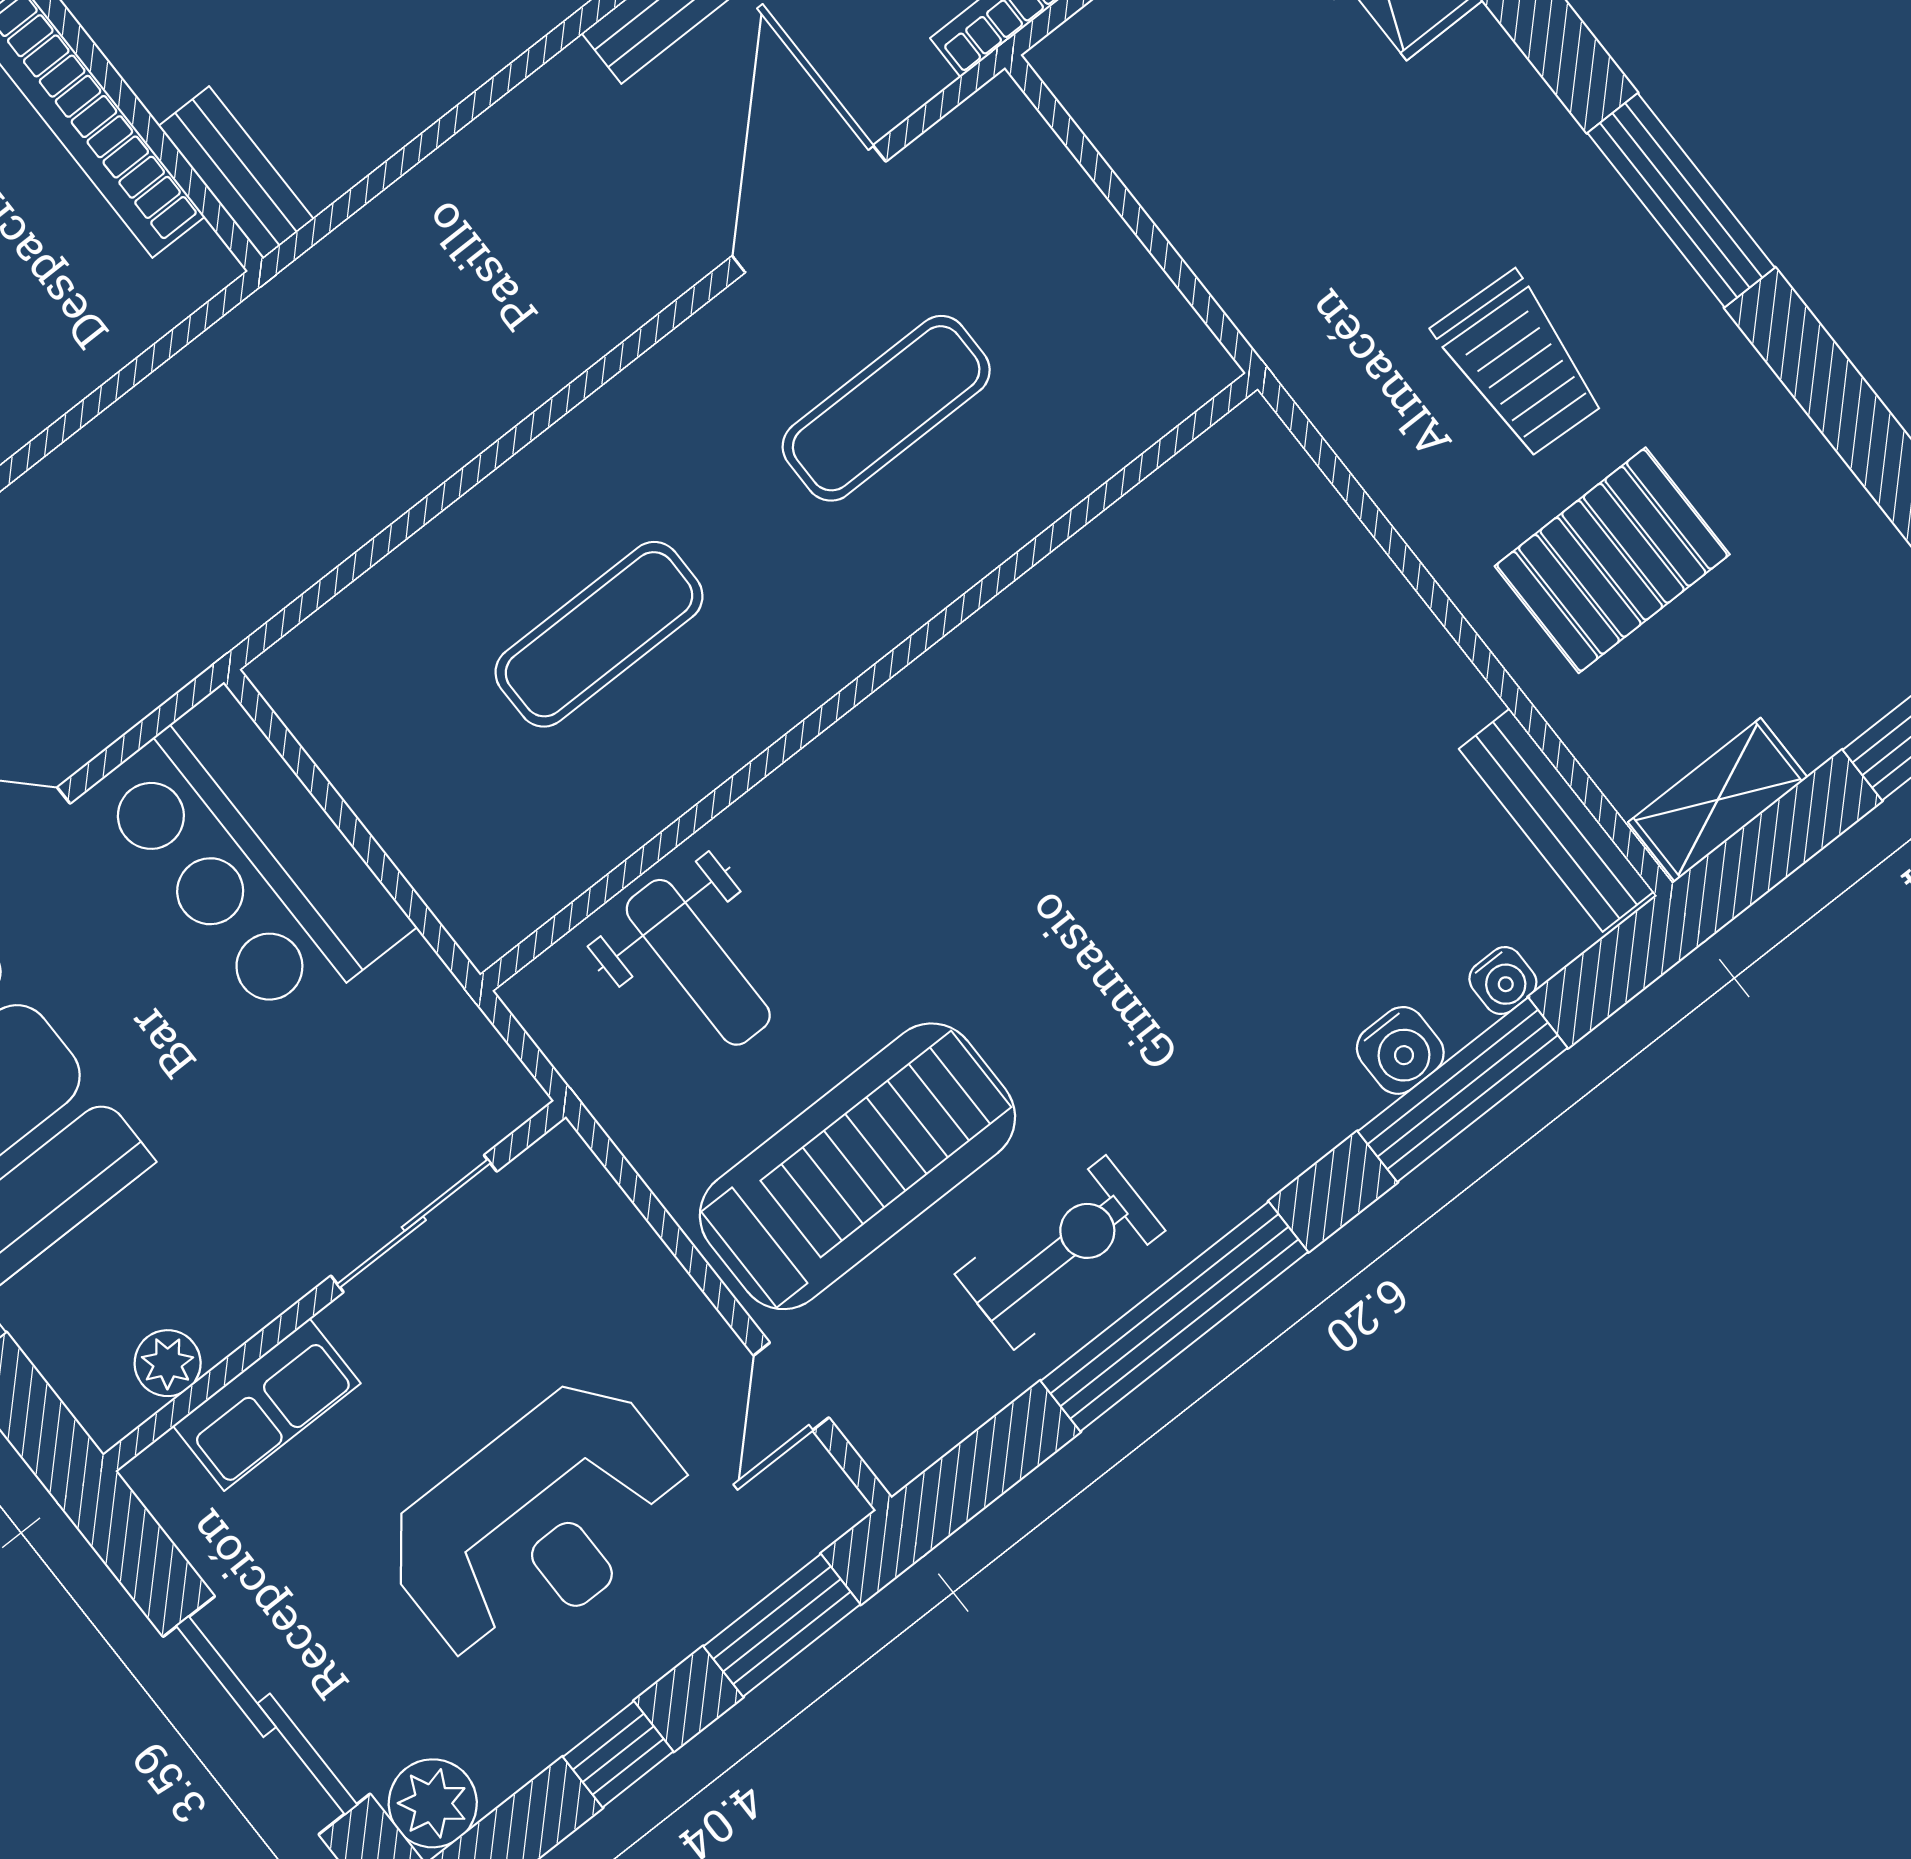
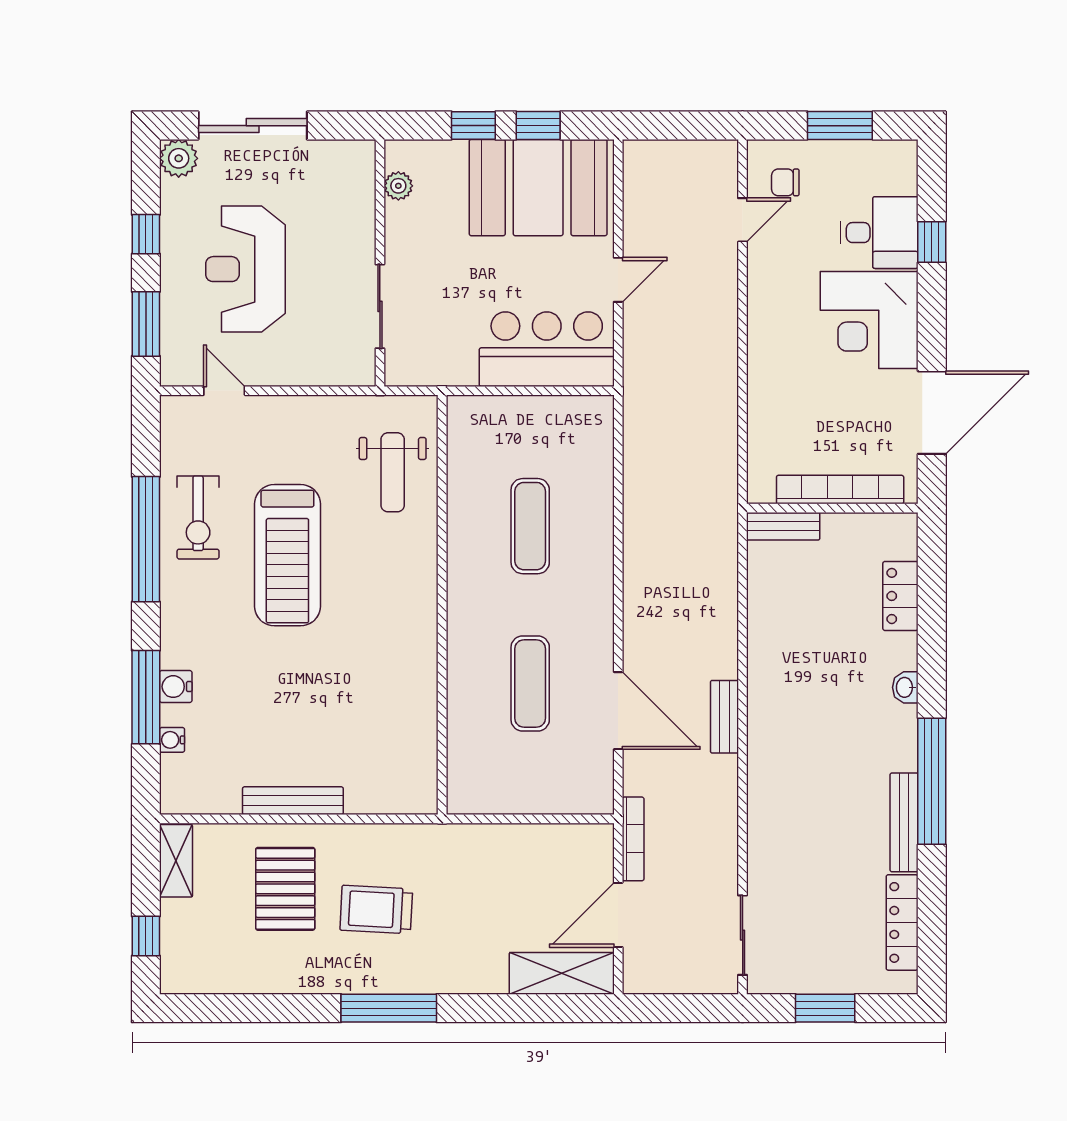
bench: (1556, 820) -> (293, 801), moved
weight bench: (698, 962) -> (393, 472), turned -90
treadmill: (857, 1166) -> (287, 555), moved
row of seats: (267, 1405) -> (358, 208), removed

